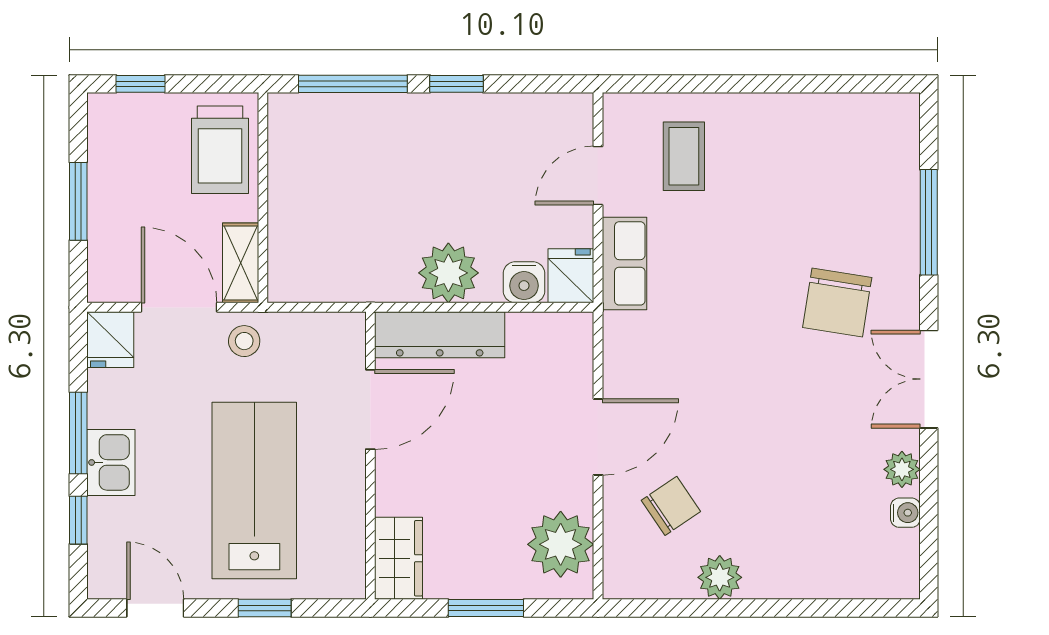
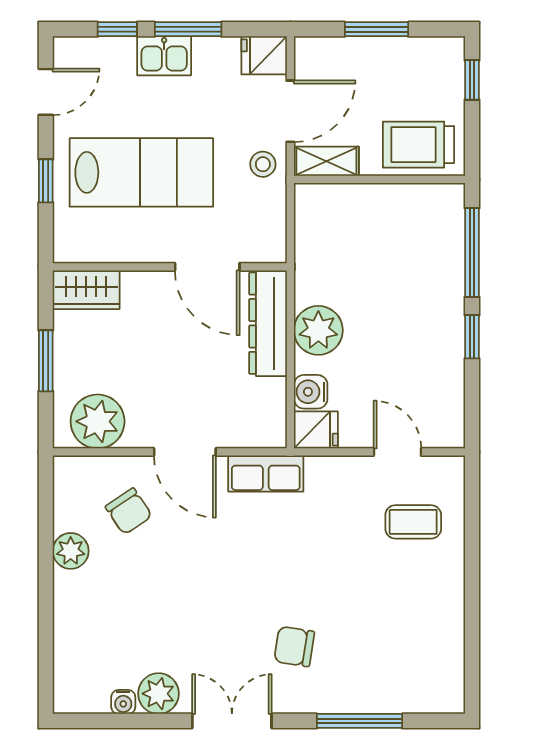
row of seats: (624, 263) -> (266, 473), moved
chair: (837, 302) -> (294, 646), width x0.73, depth x0.73
plant: (902, 469) -> (158, 694), width x1.38, depth x1.38

